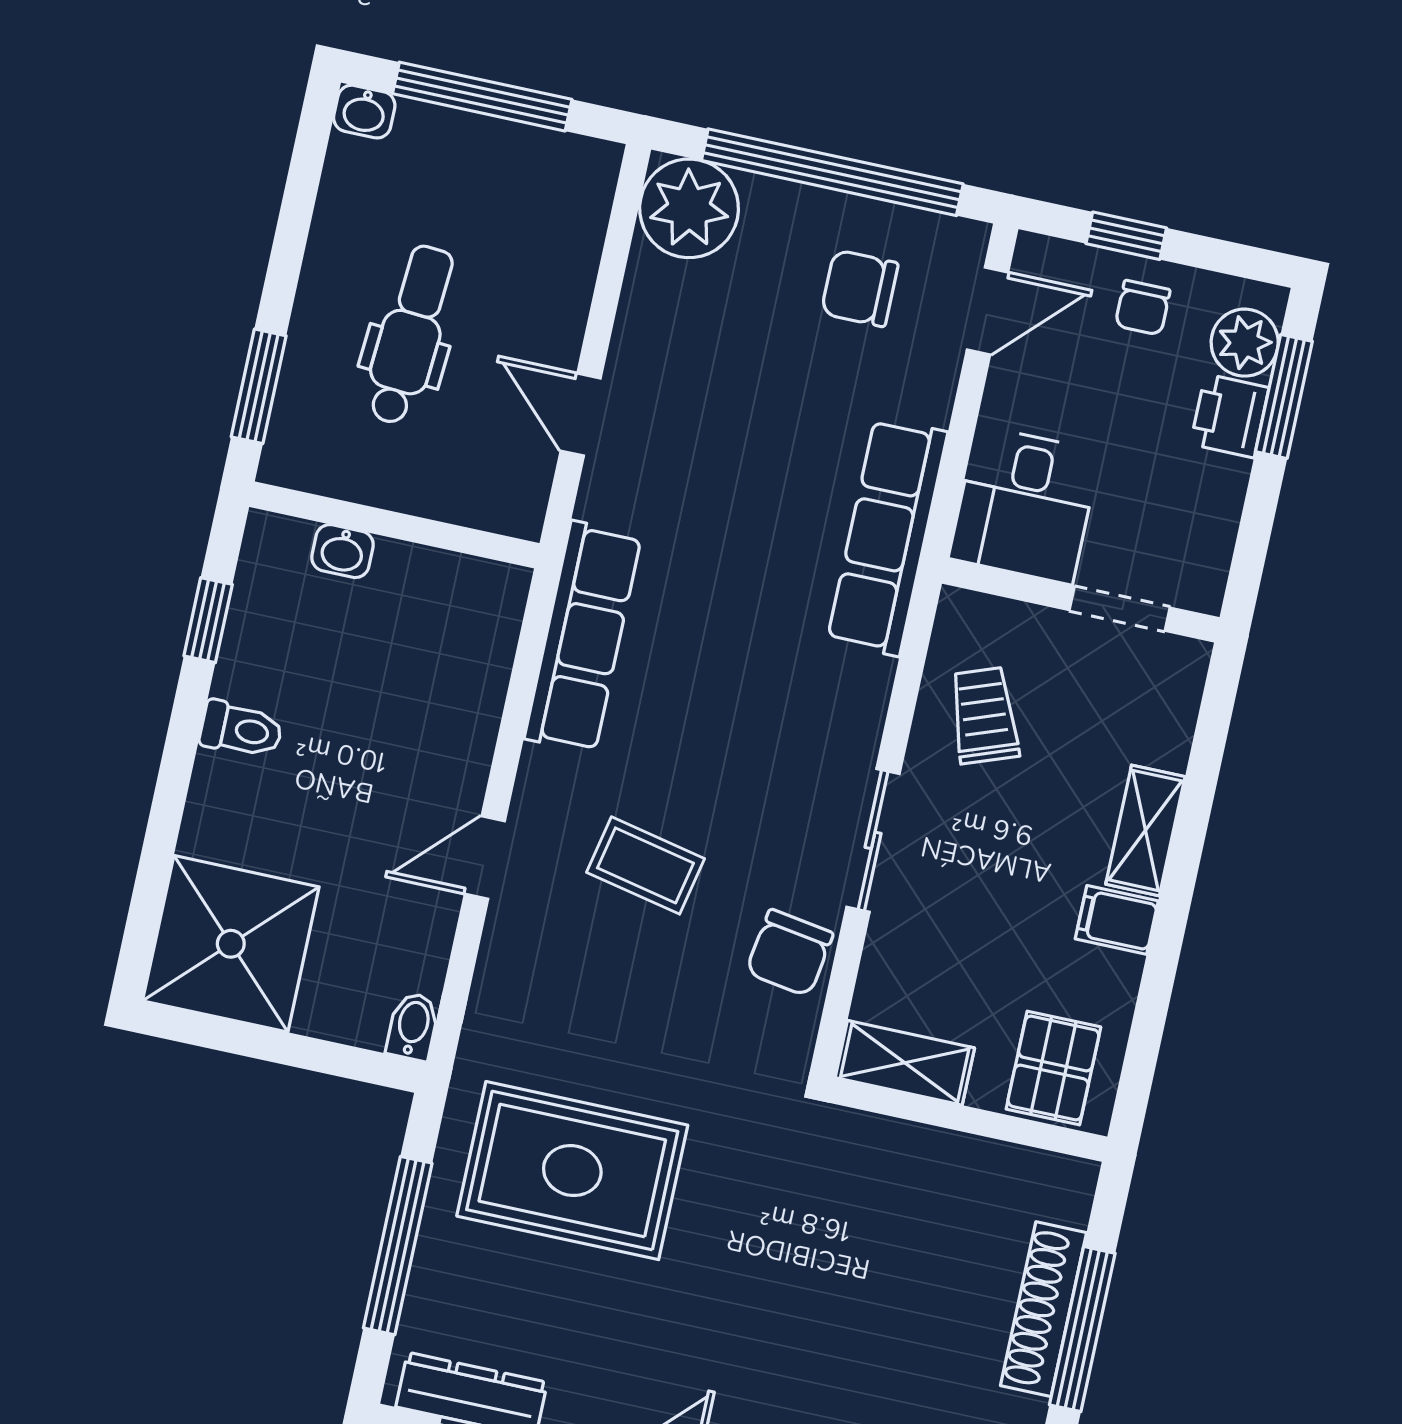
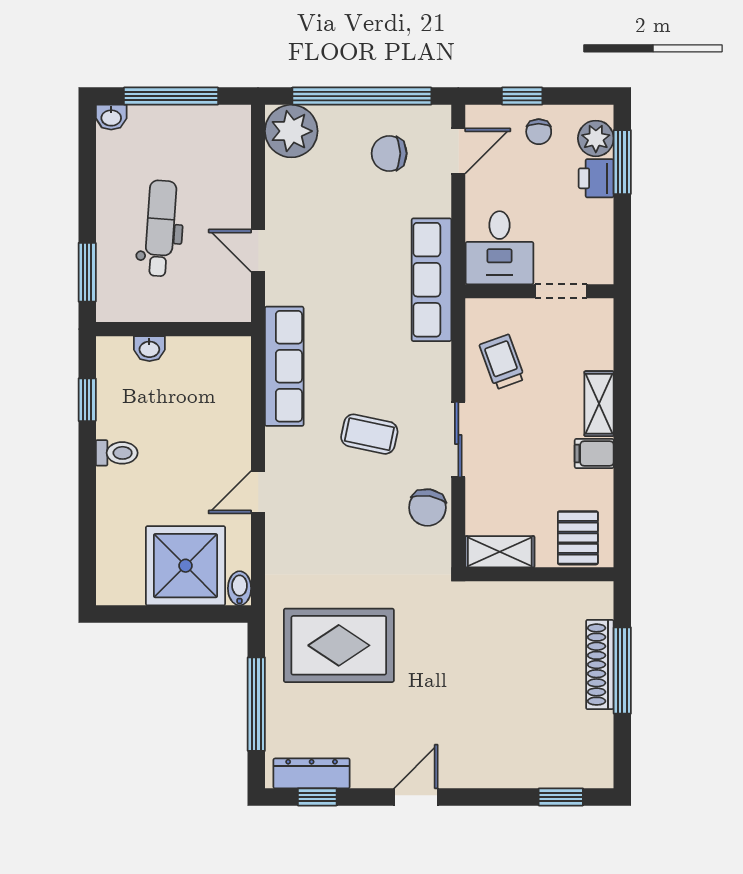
coffee table: (645, 865) -> (369, 434), moved
shower: (231, 944) -> (186, 566), moved

